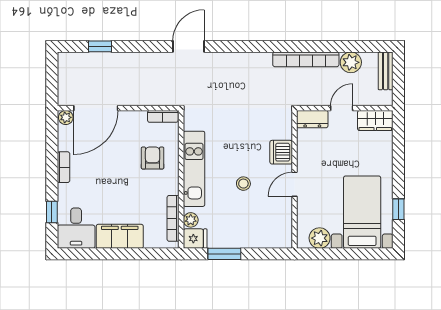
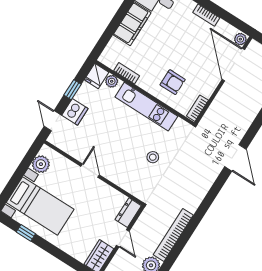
dishwasher: (281, 152) -> (75, 112), moved, turned 90
stool: (243, 184) -> (153, 157), moved
bookcase: (173, 218) -> (127, 73), width x0.64
window: (224, 254) -> (72, 90), width x0.67
door: (268, 254) -> (53, 121), added

